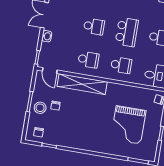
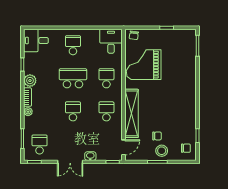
grand piano: (128, 125) -> (144, 65), moved, turned 180

